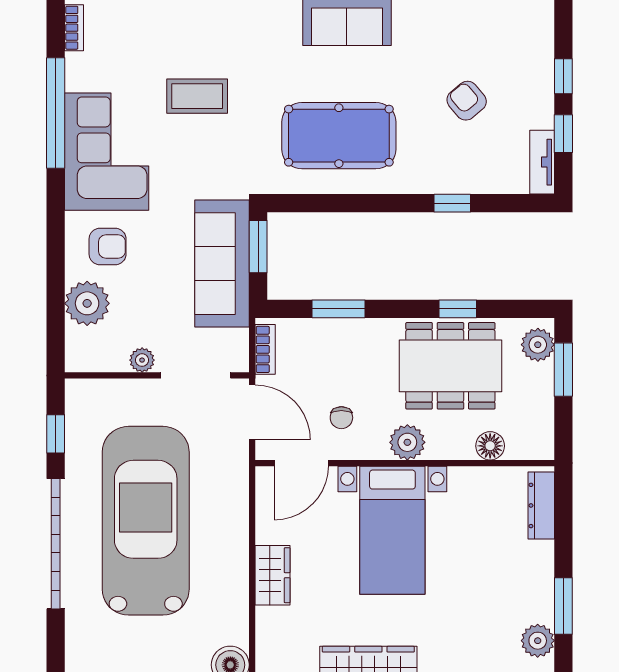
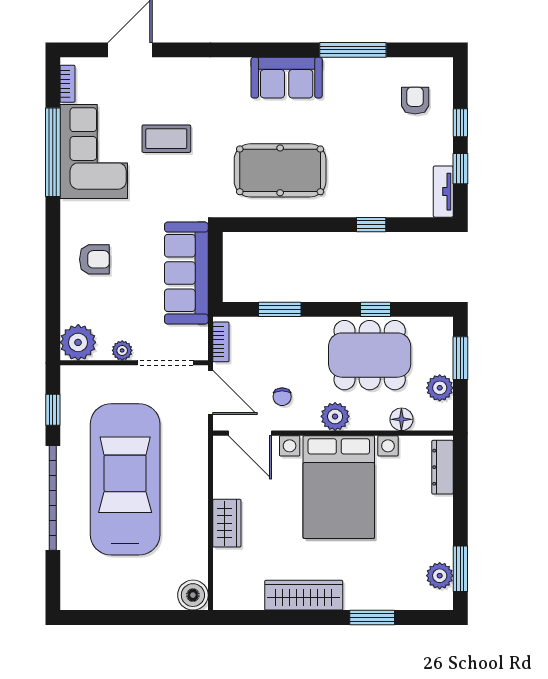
armchair: (467, 101) -> (415, 101), moved, turned 40
corner sofa: (107, 152) -> (94, 152), moved
window: (258, 247) -> (215, 259), removed
plant: (87, 303) -> (78, 342), moved
plant: (538, 345) -> (440, 388), moved
door: (301, 463) -> (250, 433), hinge flipped
bed with nightstands: (392, 530) -> (339, 487), width x1.36
window: (563, 606) -> (460, 569), moved

